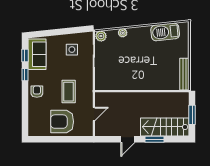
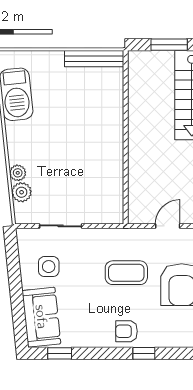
plant: (101, 36) -> (22, 192), moved
sofa: (37, 54) -> (41, 317), moved, turned 84
window: (25, 75) -> (144, 353), moved
door: (94, 114) -> (168, 226), hinge flipped

